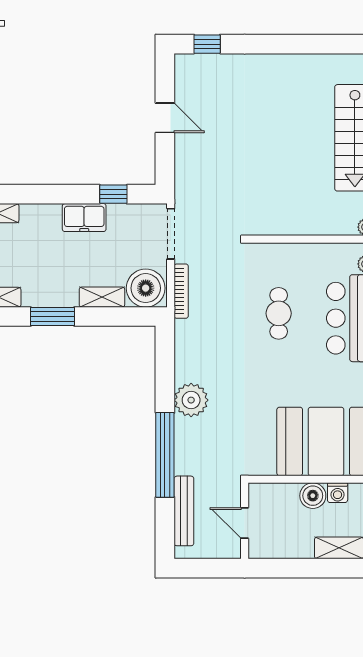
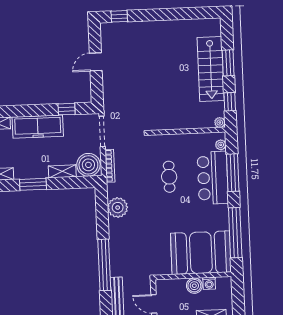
door: (165, 118) -> (96, 62), swing flipped
freezer: (84, 218) -> (38, 127), width x1.91, depth x1.26
plant: (191, 400) -> (118, 208), moved

